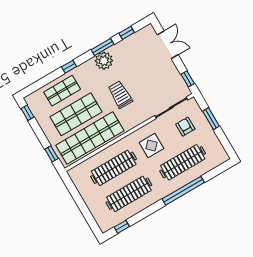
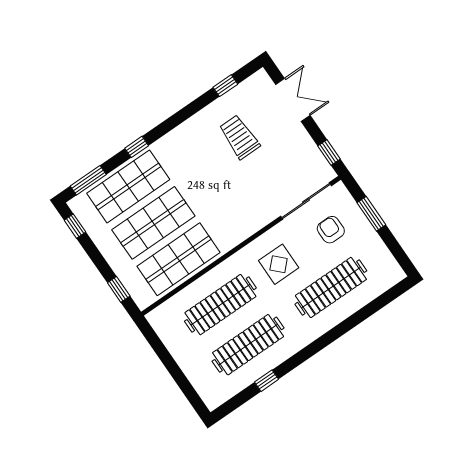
window: (103, 47) -> (88, 180), moved
plant: (104, 61) -> (192, 133), removed
shop shelf: (62, 91) -> (128, 186), width x1.43, depth x1.36
trolley: (120, 95) -> (239, 137), moved
shop shelf: (90, 138) -> (178, 259), width x0.71
window: (183, 191) -> (335, 333), removed
window: (122, 227) -> (266, 381), moved

